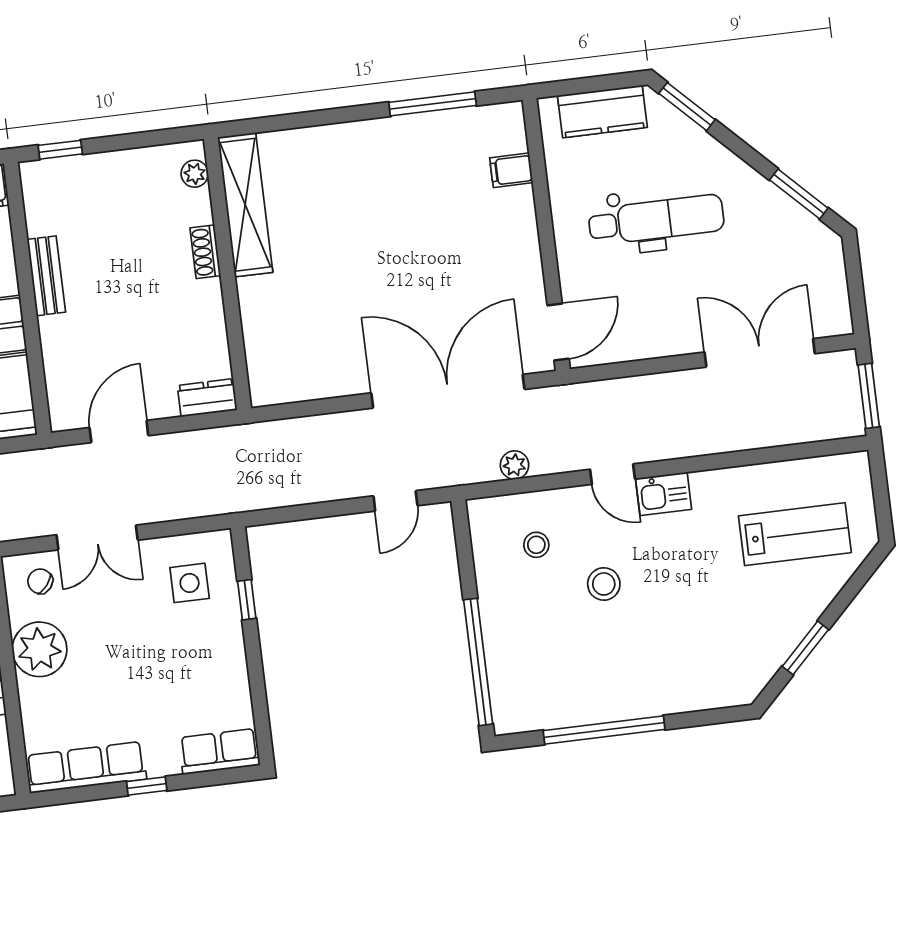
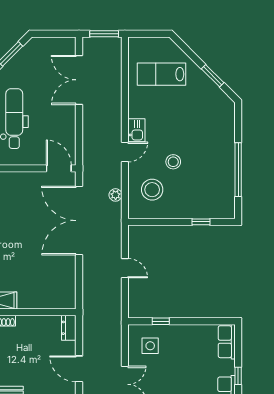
door: (395, 501) -> (125, 268), moved
lab bench: (795, 534) -> (162, 74), turned -90
stool: (536, 545) -> (152, 190), width x1.89, depth x1.89
window: (478, 662) -> (201, 222), width x0.32

